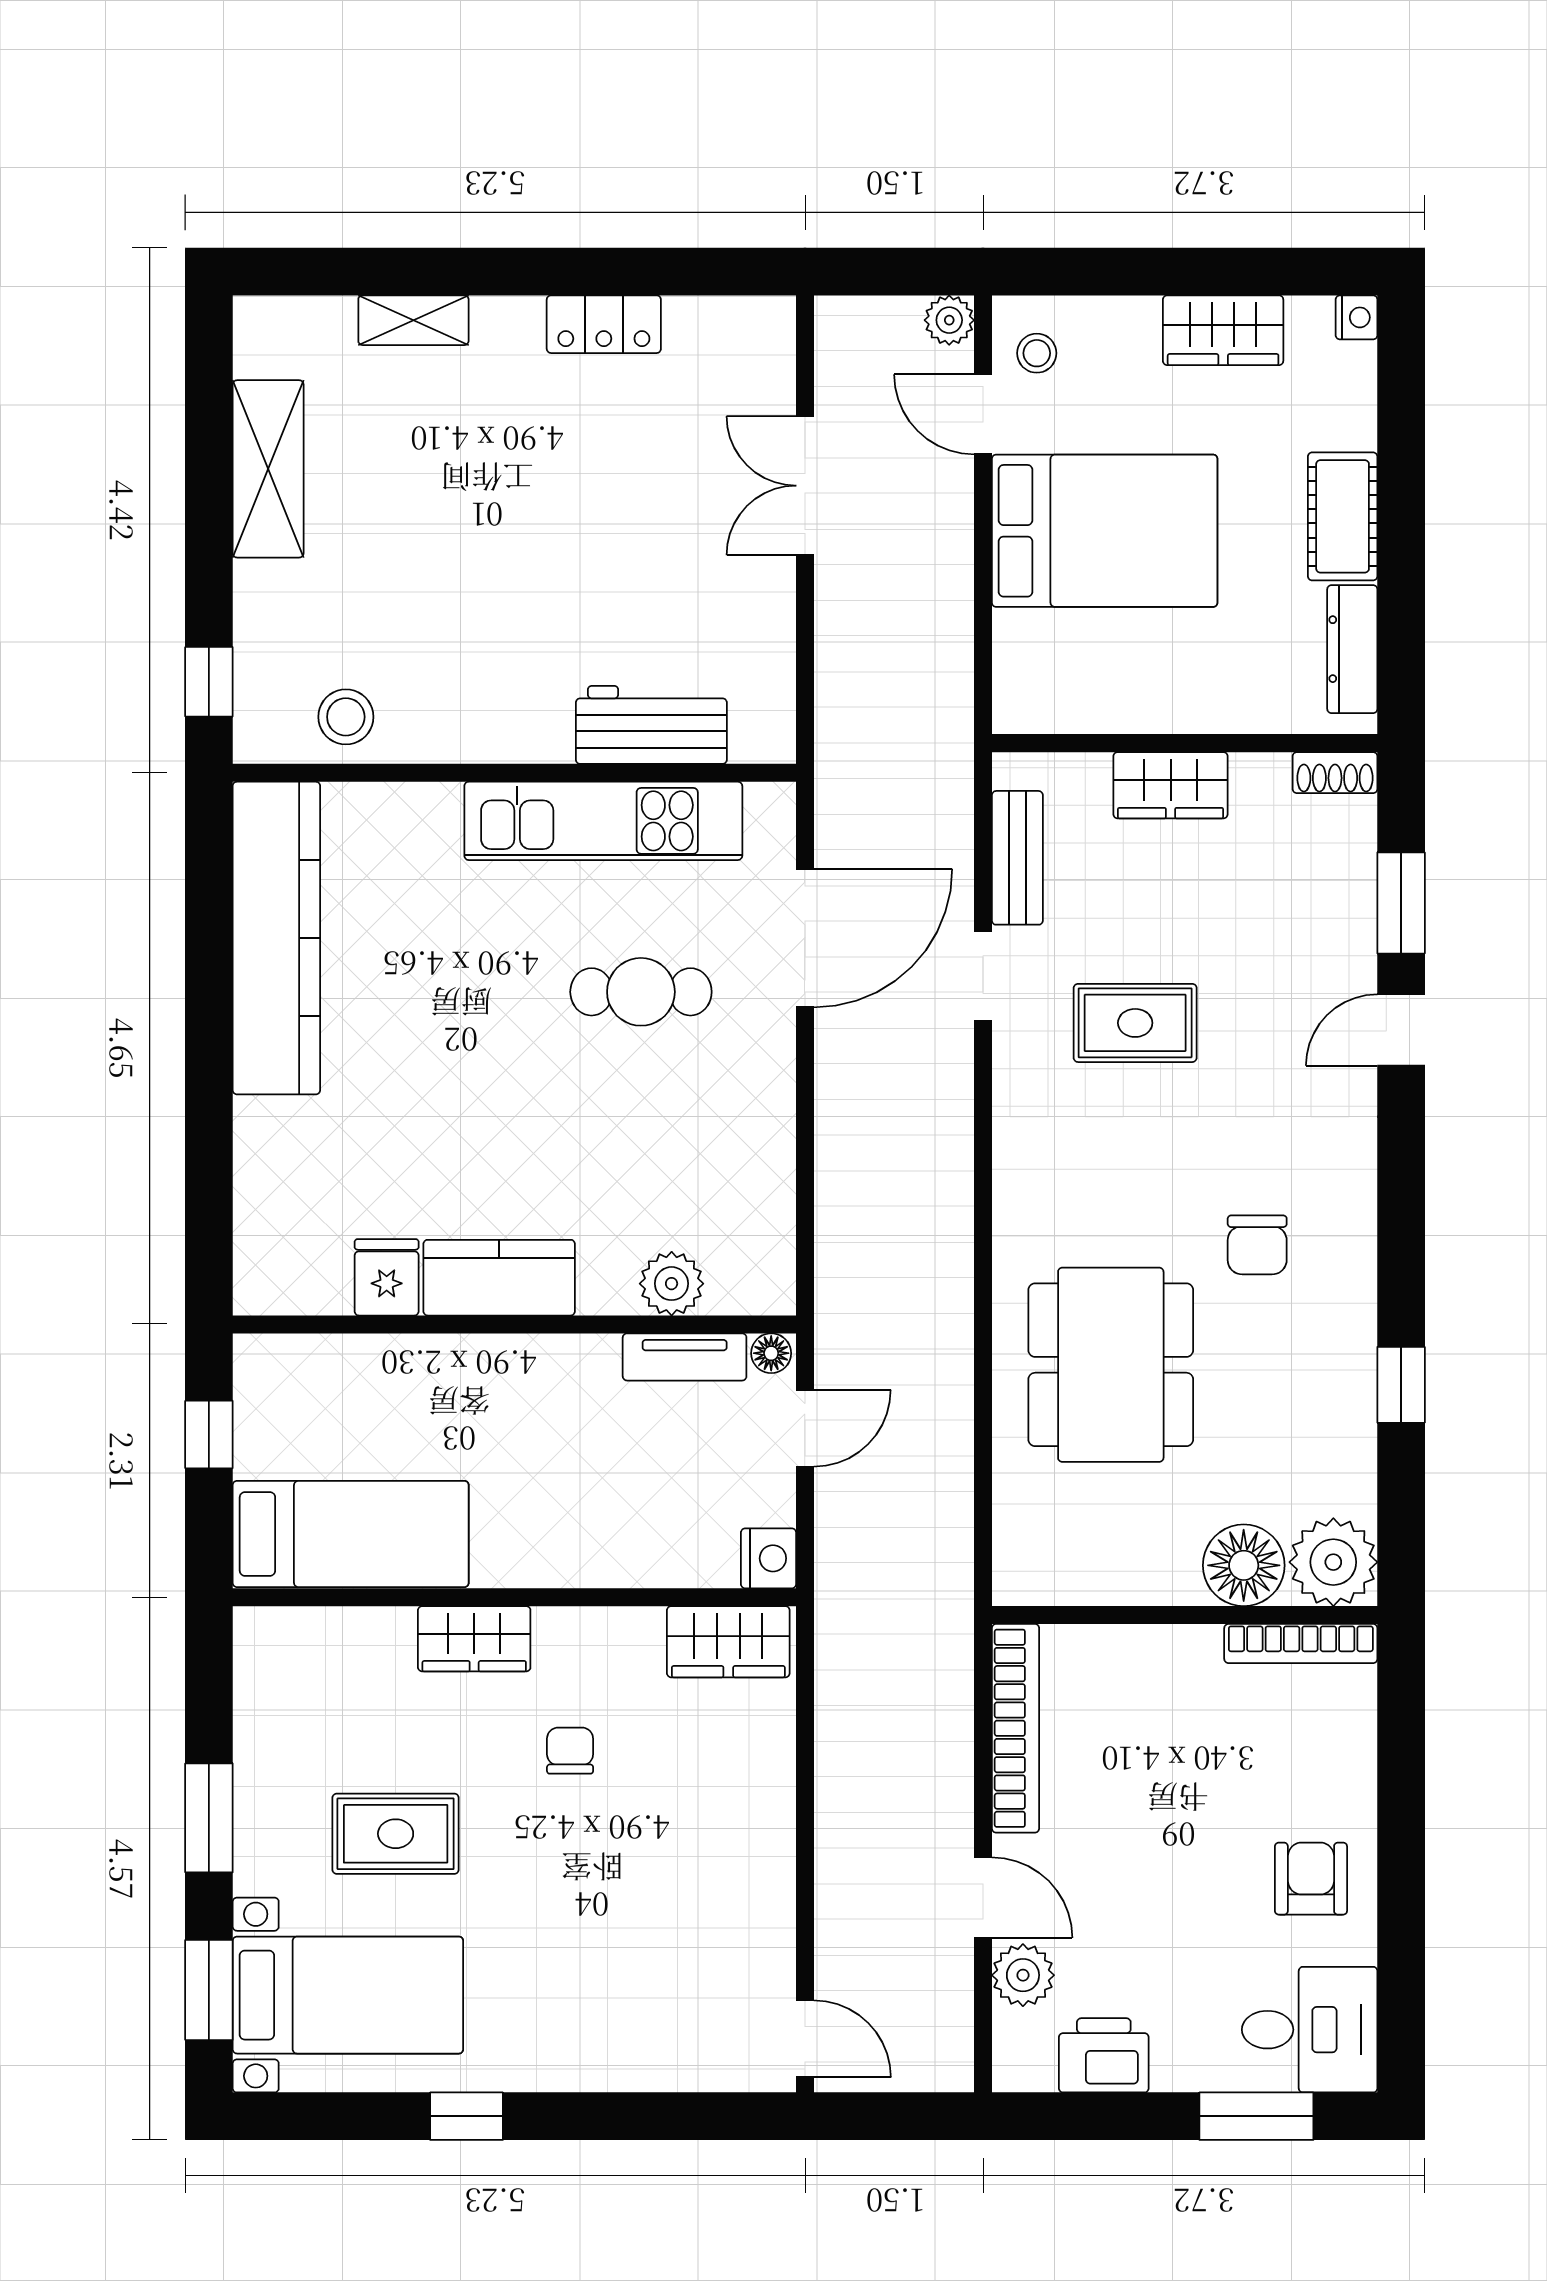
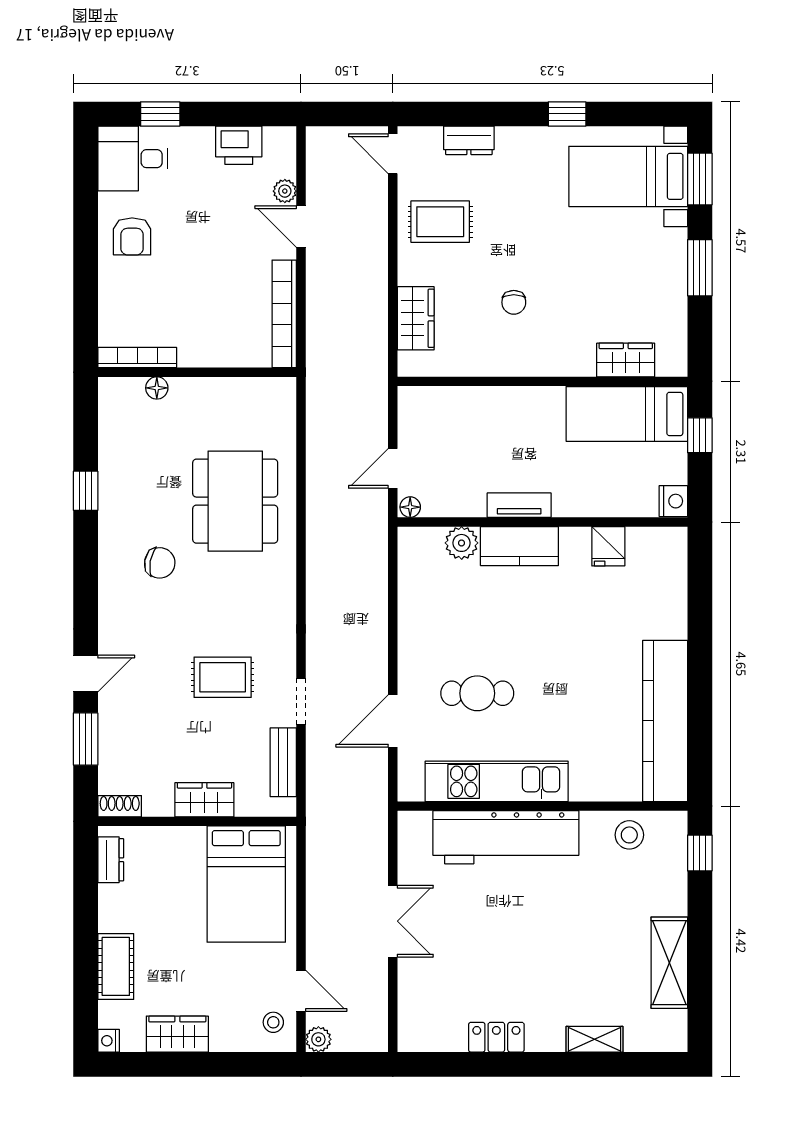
double door: (805, 486) -> (393, 921), moved
cot: (1343, 516) -> (116, 966), moved
bed: (1105, 531) -> (246, 884), moved, turned -90
dresser: (1352, 649) -> (111, 860), width x0.70
workbench: (651, 725) -> (506, 837), width x1.88, depth x1.32
door: (805, 938) -> (393, 721), width x0.73
chair: (1257, 1245) -> (160, 563), turned 100
kitchen counter: (499, 1278) -> (519, 546), moved
tv unit: (685, 1357) -> (519, 505), moved
window: (209, 1434) -> (700, 435), moved
nightstand: (769, 1558) -> (673, 501), moved, turned 180
plant: (1333, 1562) -> (121, 399), removed
floor lamp: (1244, 1565) -> (157, 388), width x0.53, depth x0.53
wardrobe: (474, 1639) -> (626, 360), moved
wardrobe: (728, 1642) -> (416, 318), moved, turned 90
rug: (396, 1834) -> (440, 222), moved
plant: (1023, 1975) -> (285, 191), width x0.73, depth x0.73
dresser: (657, 2065) -> (469, 140), added
window: (1256, 2116) -> (160, 114), width x0.67

